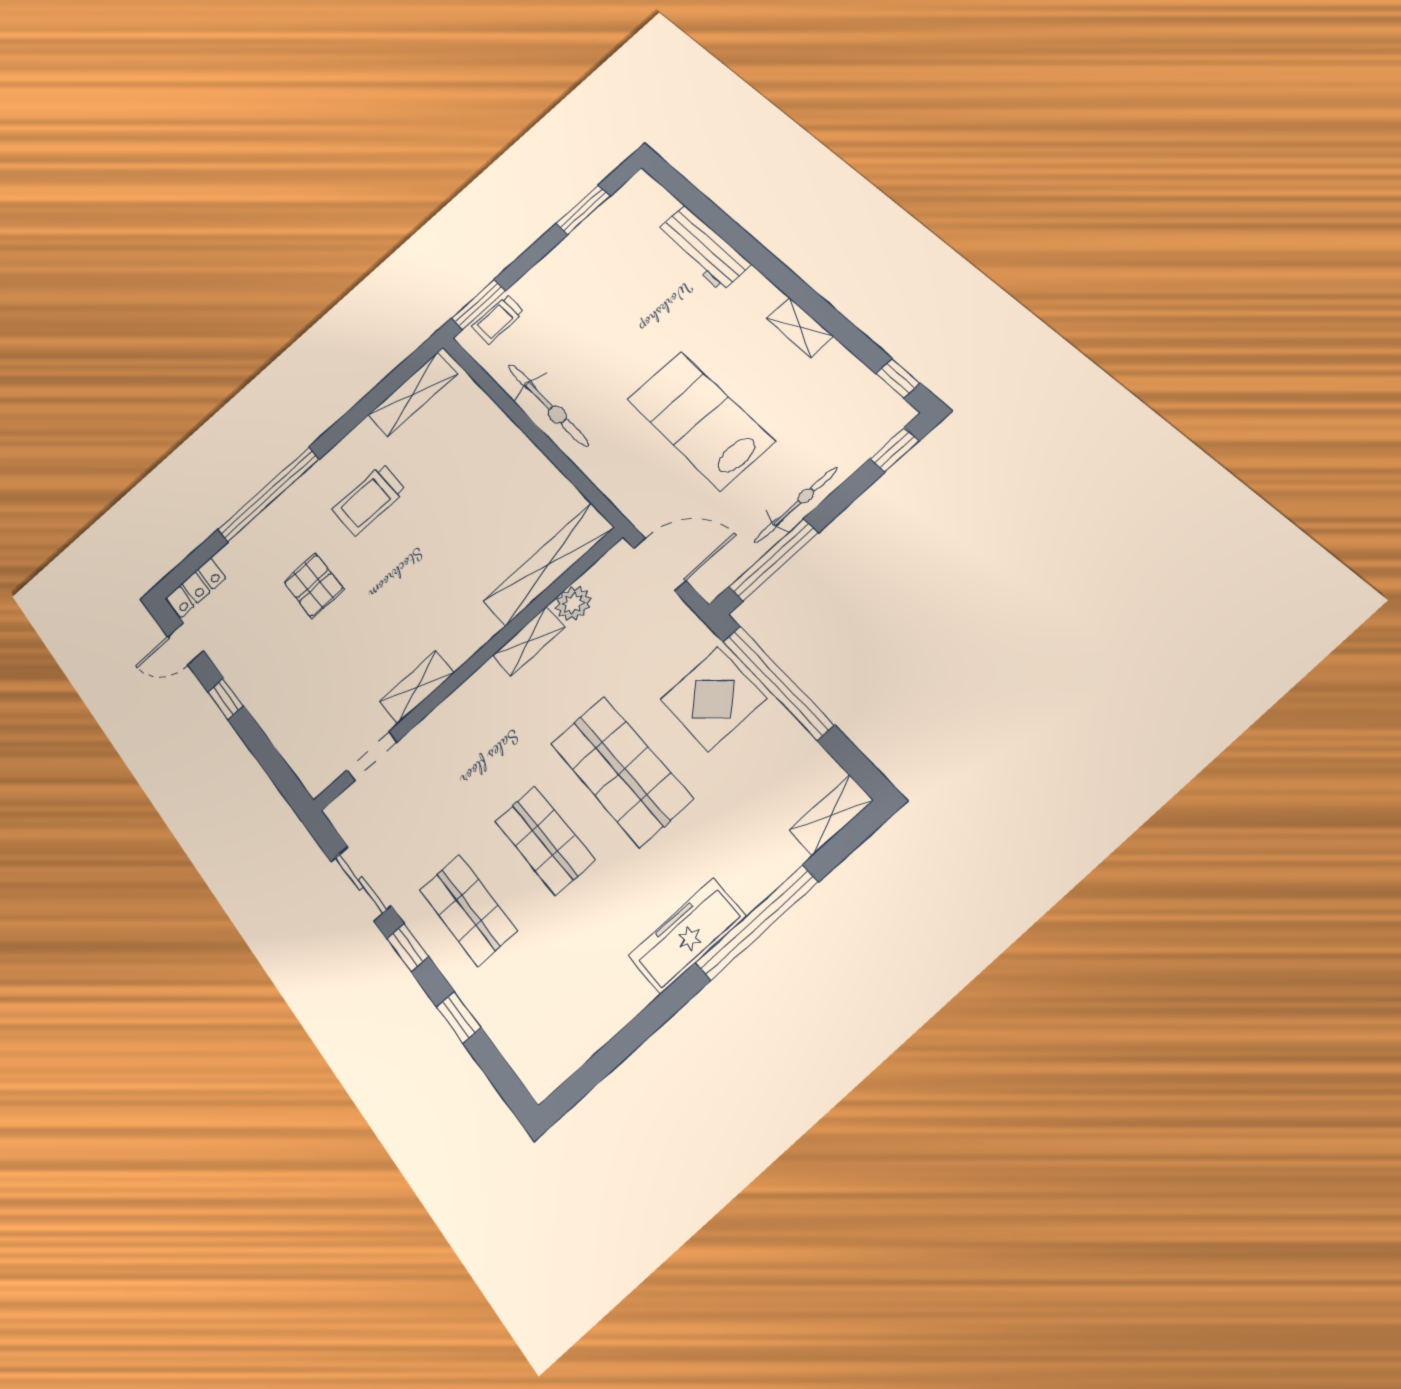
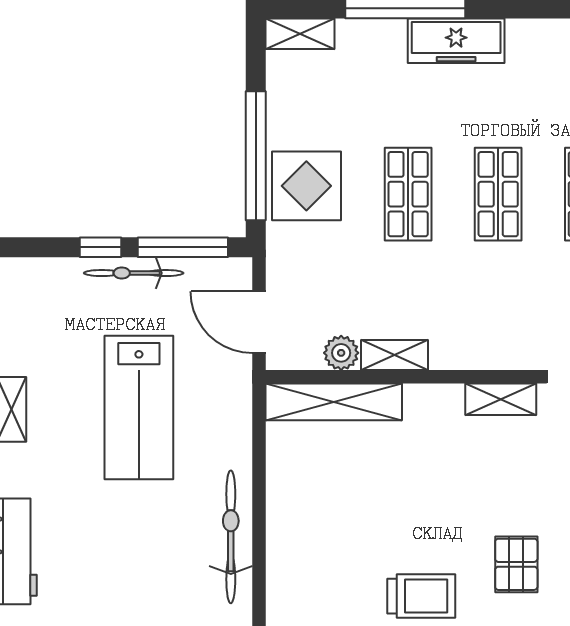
window: (894, 450) -> (101, 247), moved
shop shelf: (621, 771) -> (408, 194), width x0.70, depth x0.74

